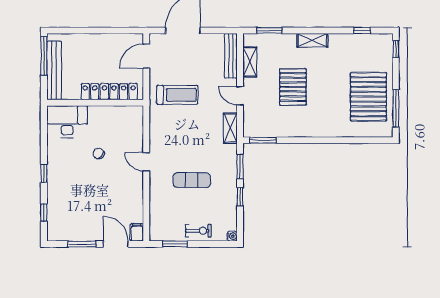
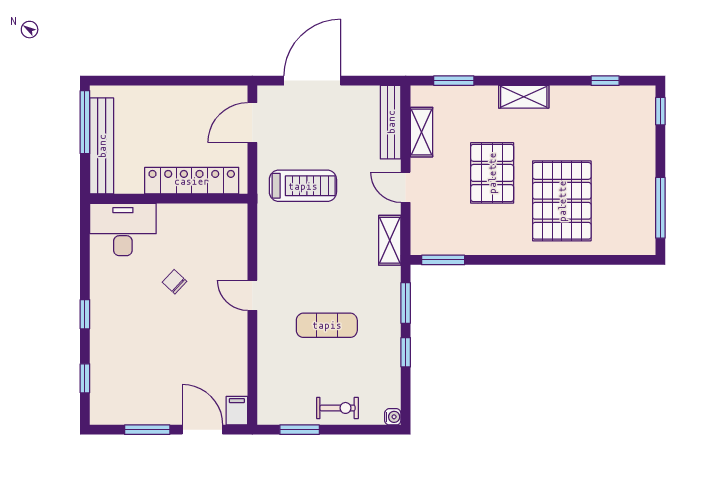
pallet: (368, 97) -> (562, 201), moved

